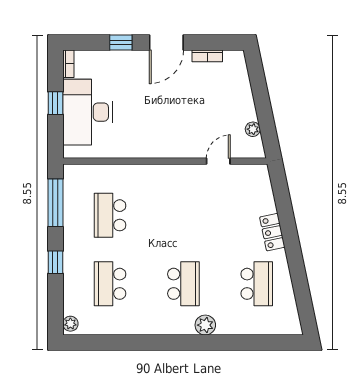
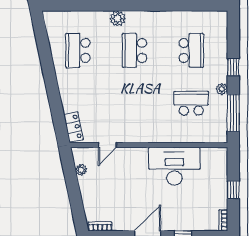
bookcase: (207, 56) -> (100, 226), moved
desk: (88, 112) -> (174, 166), moved, turned -90
school desk: (110, 215) -> (191, 103), turned -90
locker: (272, 232) -> (74, 127), moved
plant: (70, 324) -> (222, 89), moved

